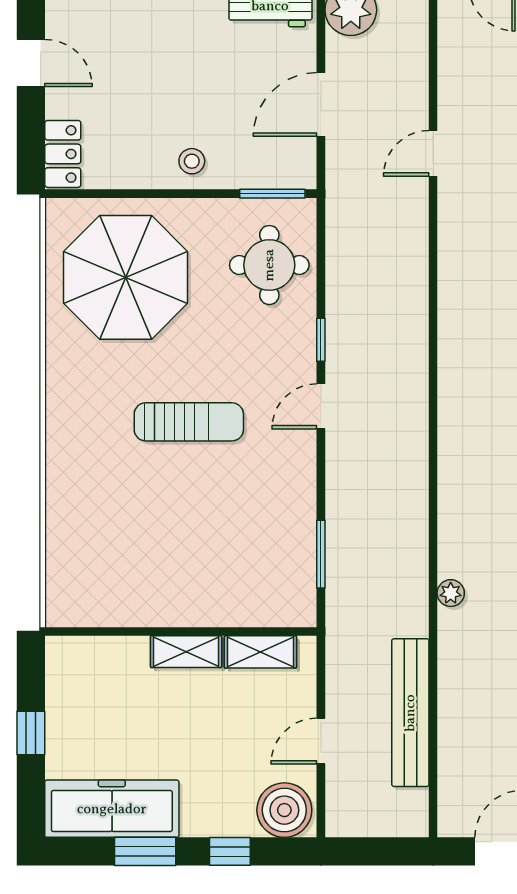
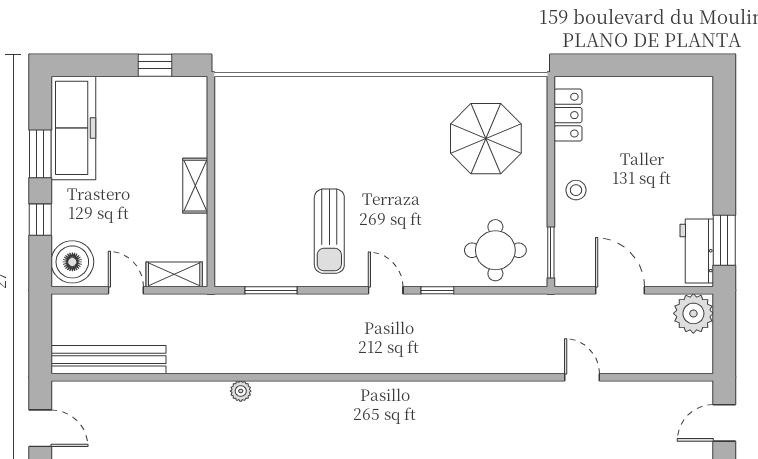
door: (31, 63) -> (652, 65), removed
locker: (63, 154) -> (568, 115), moved, turned -90
parasol: (126, 277) -> (486, 139), width x0.73, depth x0.73
sun lounger: (189, 422) -> (329, 231), moved
shelving: (260, 652) -> (174, 274), moved, turned 90
bench: (410, 713) -> (108, 360), moved
window: (31, 733) -> (155, 65), moved

